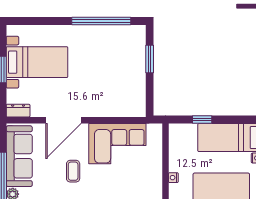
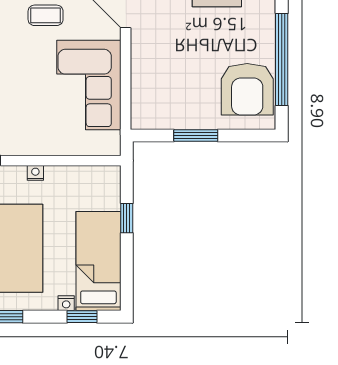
armchair: (120, 43) -> (247, 89), added
window: (150, 59) -> (196, 136), moved

